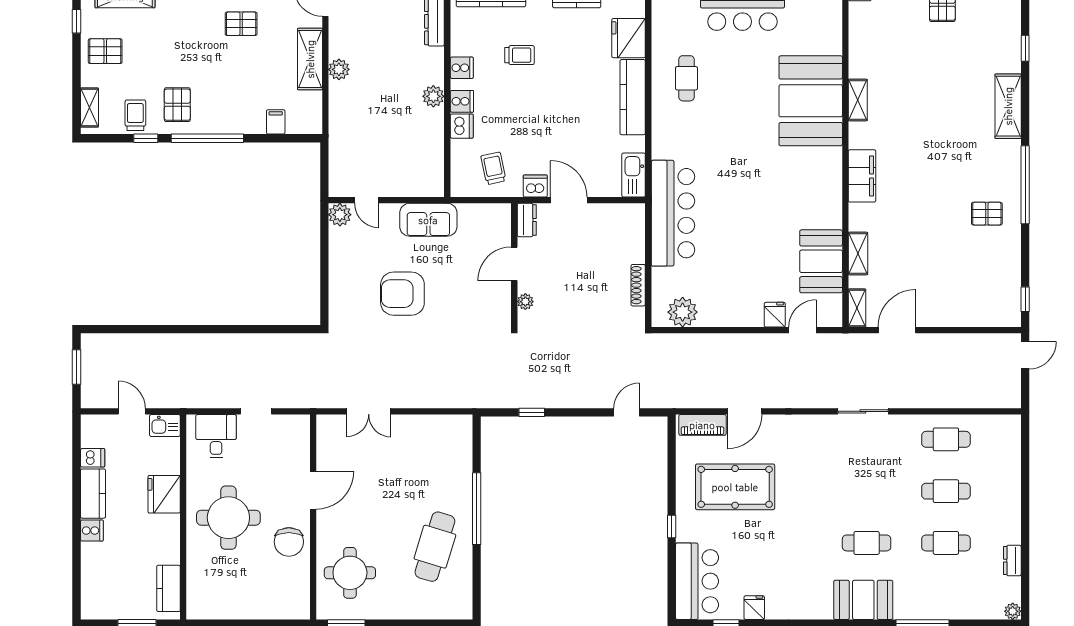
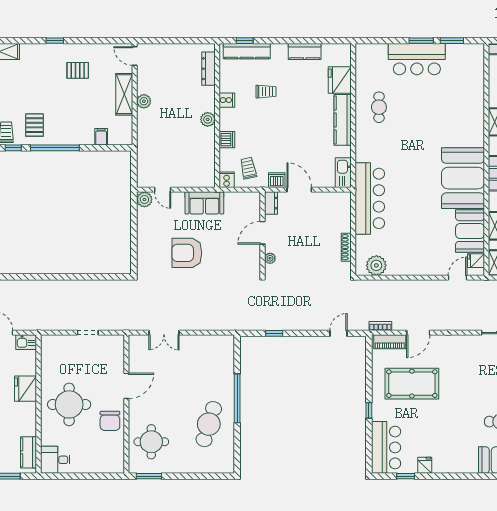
cooker: (462, 101) -> (227, 180), moved, turned -90
booth: (811, 101) -> (463, 178), moved
fridge: (775, 315) -> (476, 261), moved, turned -90
bookcase: (689, 402) -> (380, 326), added
desk: (216, 436) -> (55, 460), moved, turned -90

